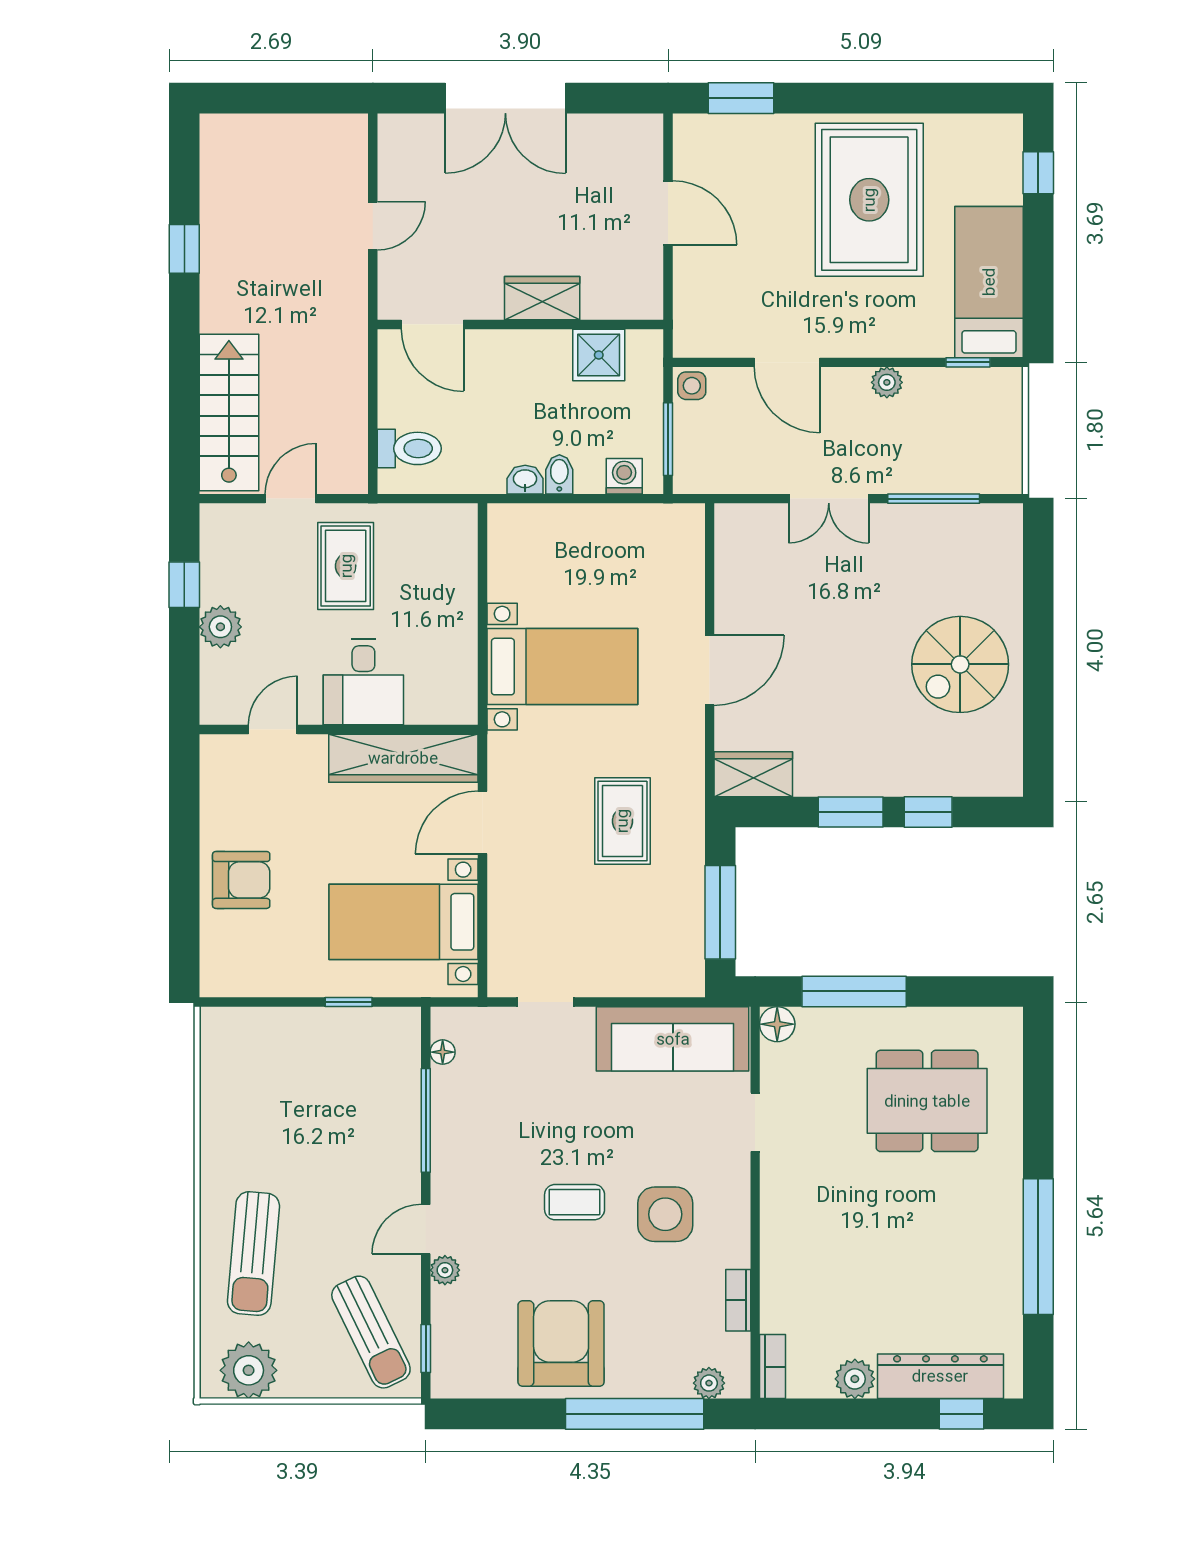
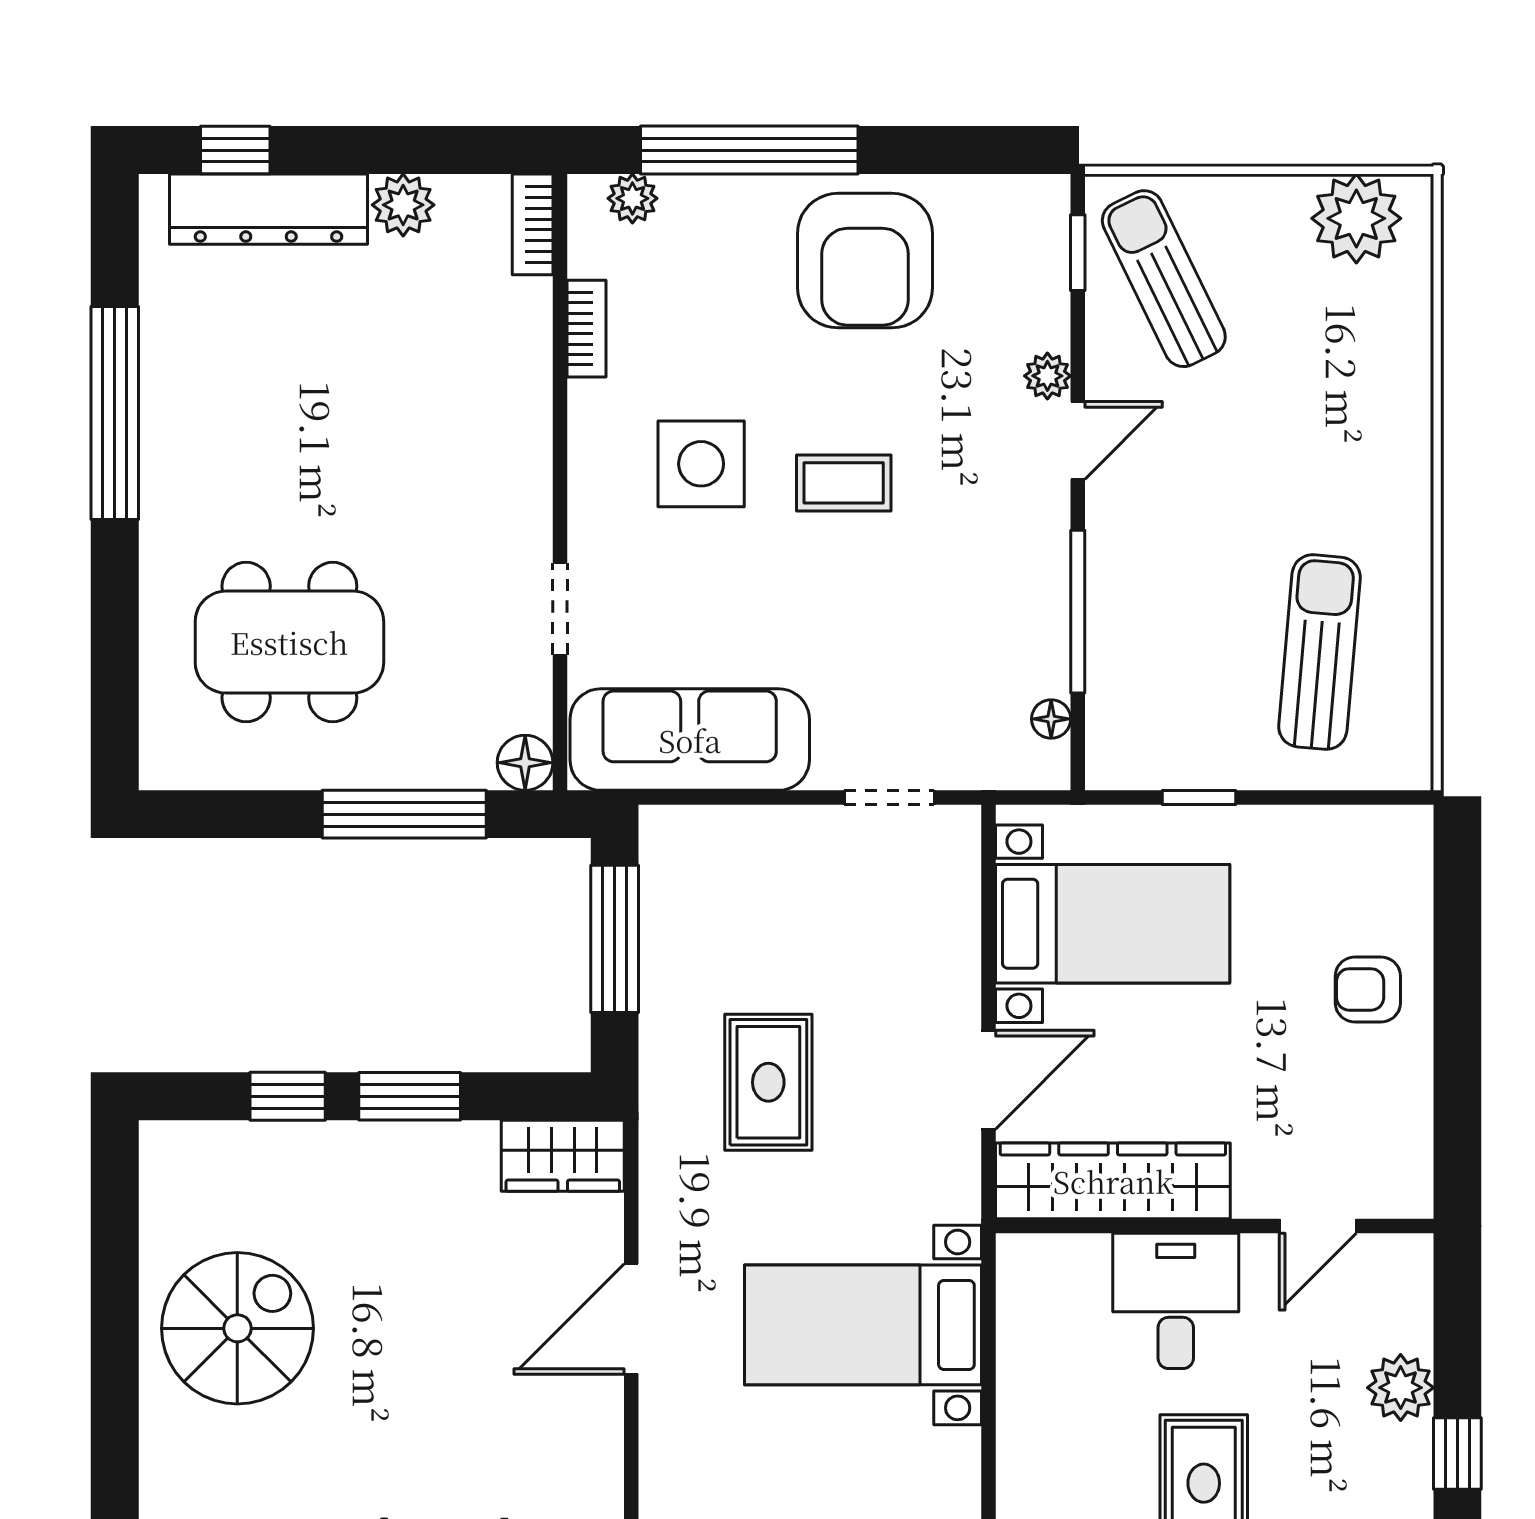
armchair: (241, 880) -> (1368, 989), width x0.72, depth x0.72
sun lounger: (253, 1254) -> (1320, 652), moved

